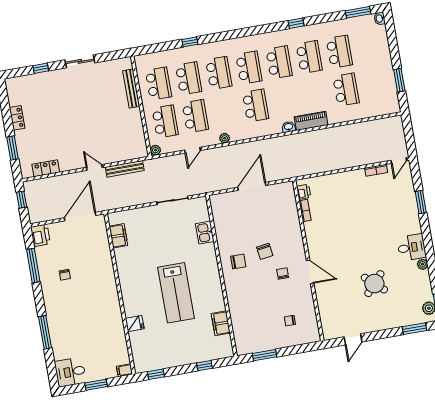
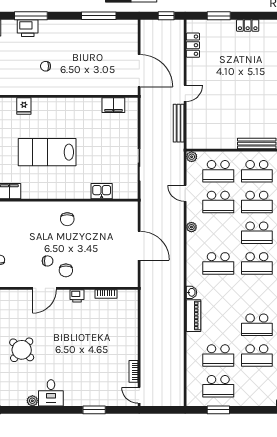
school desk: (279, 62) -> (218, 386), moved
printer: (304, 192) -> (77, 296), moved
printer: (40, 235) -> (28, 28), moved
chair: (265, 251) -> (66, 270), moved, turned -82
chair: (65, 275) -> (45, 66), moved

